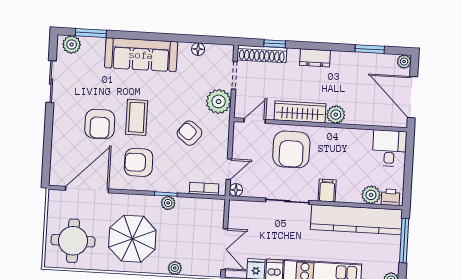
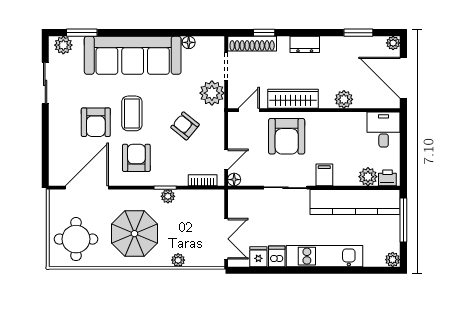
sofa: (141, 55) -> (133, 55), width x1.36, depth x1.27
plant: (336, 115) -> (344, 99), moved
armchair: (139, 162) -> (136, 158), turned 90

